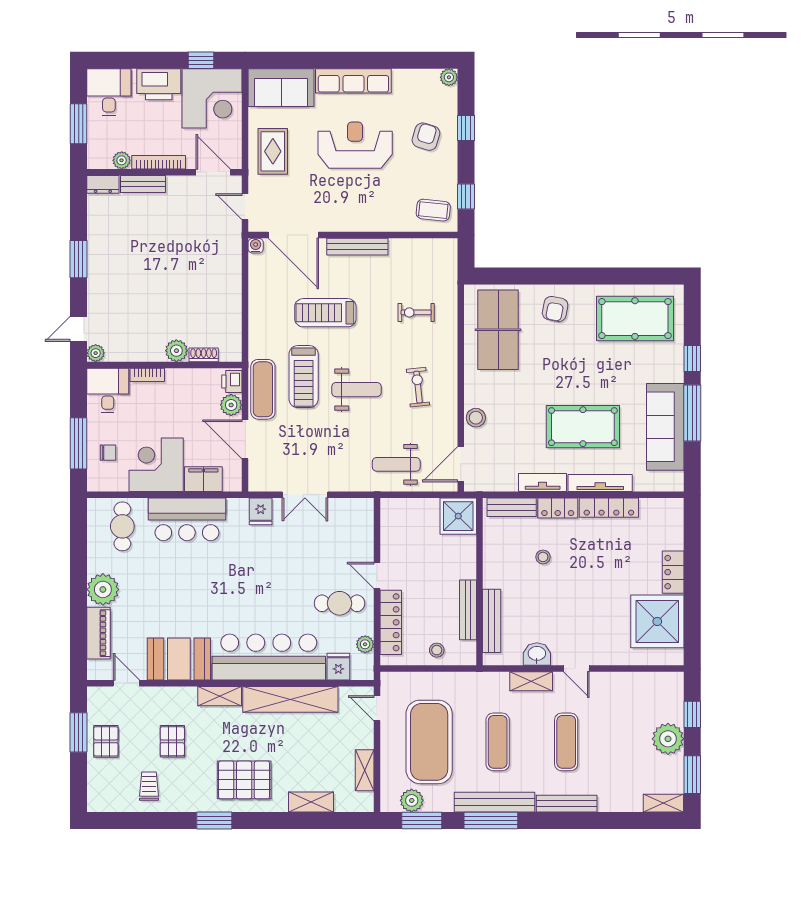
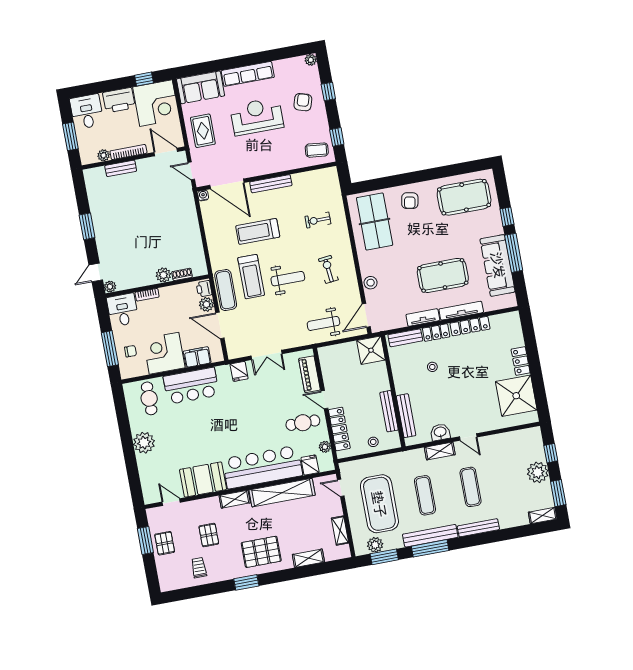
dresser: (103, 184) -> (94, 174), removed
piano: (99, 633) -> (309, 374), moved, turned 180

